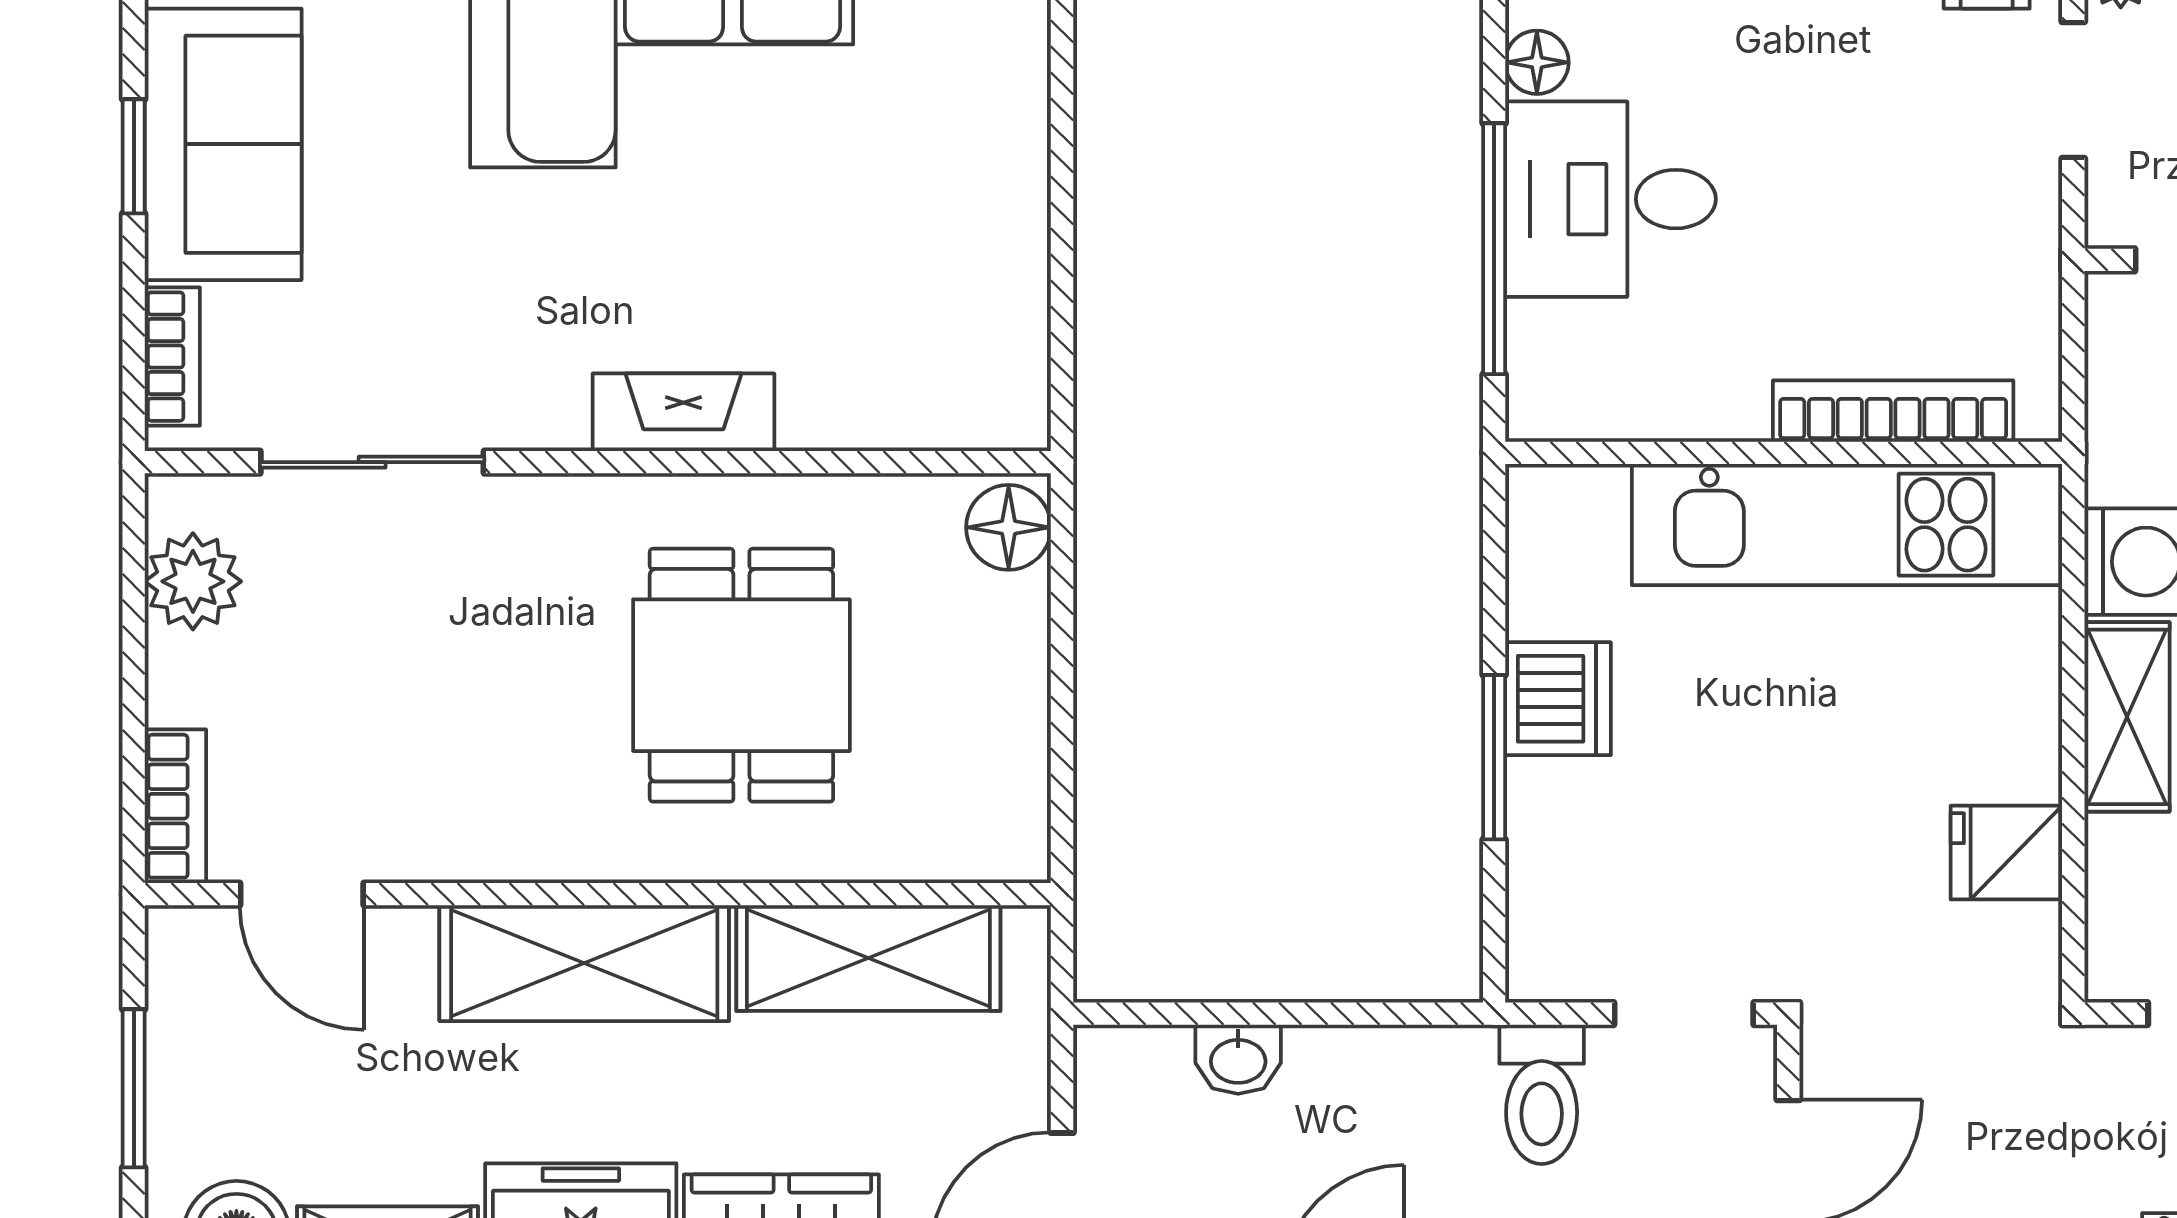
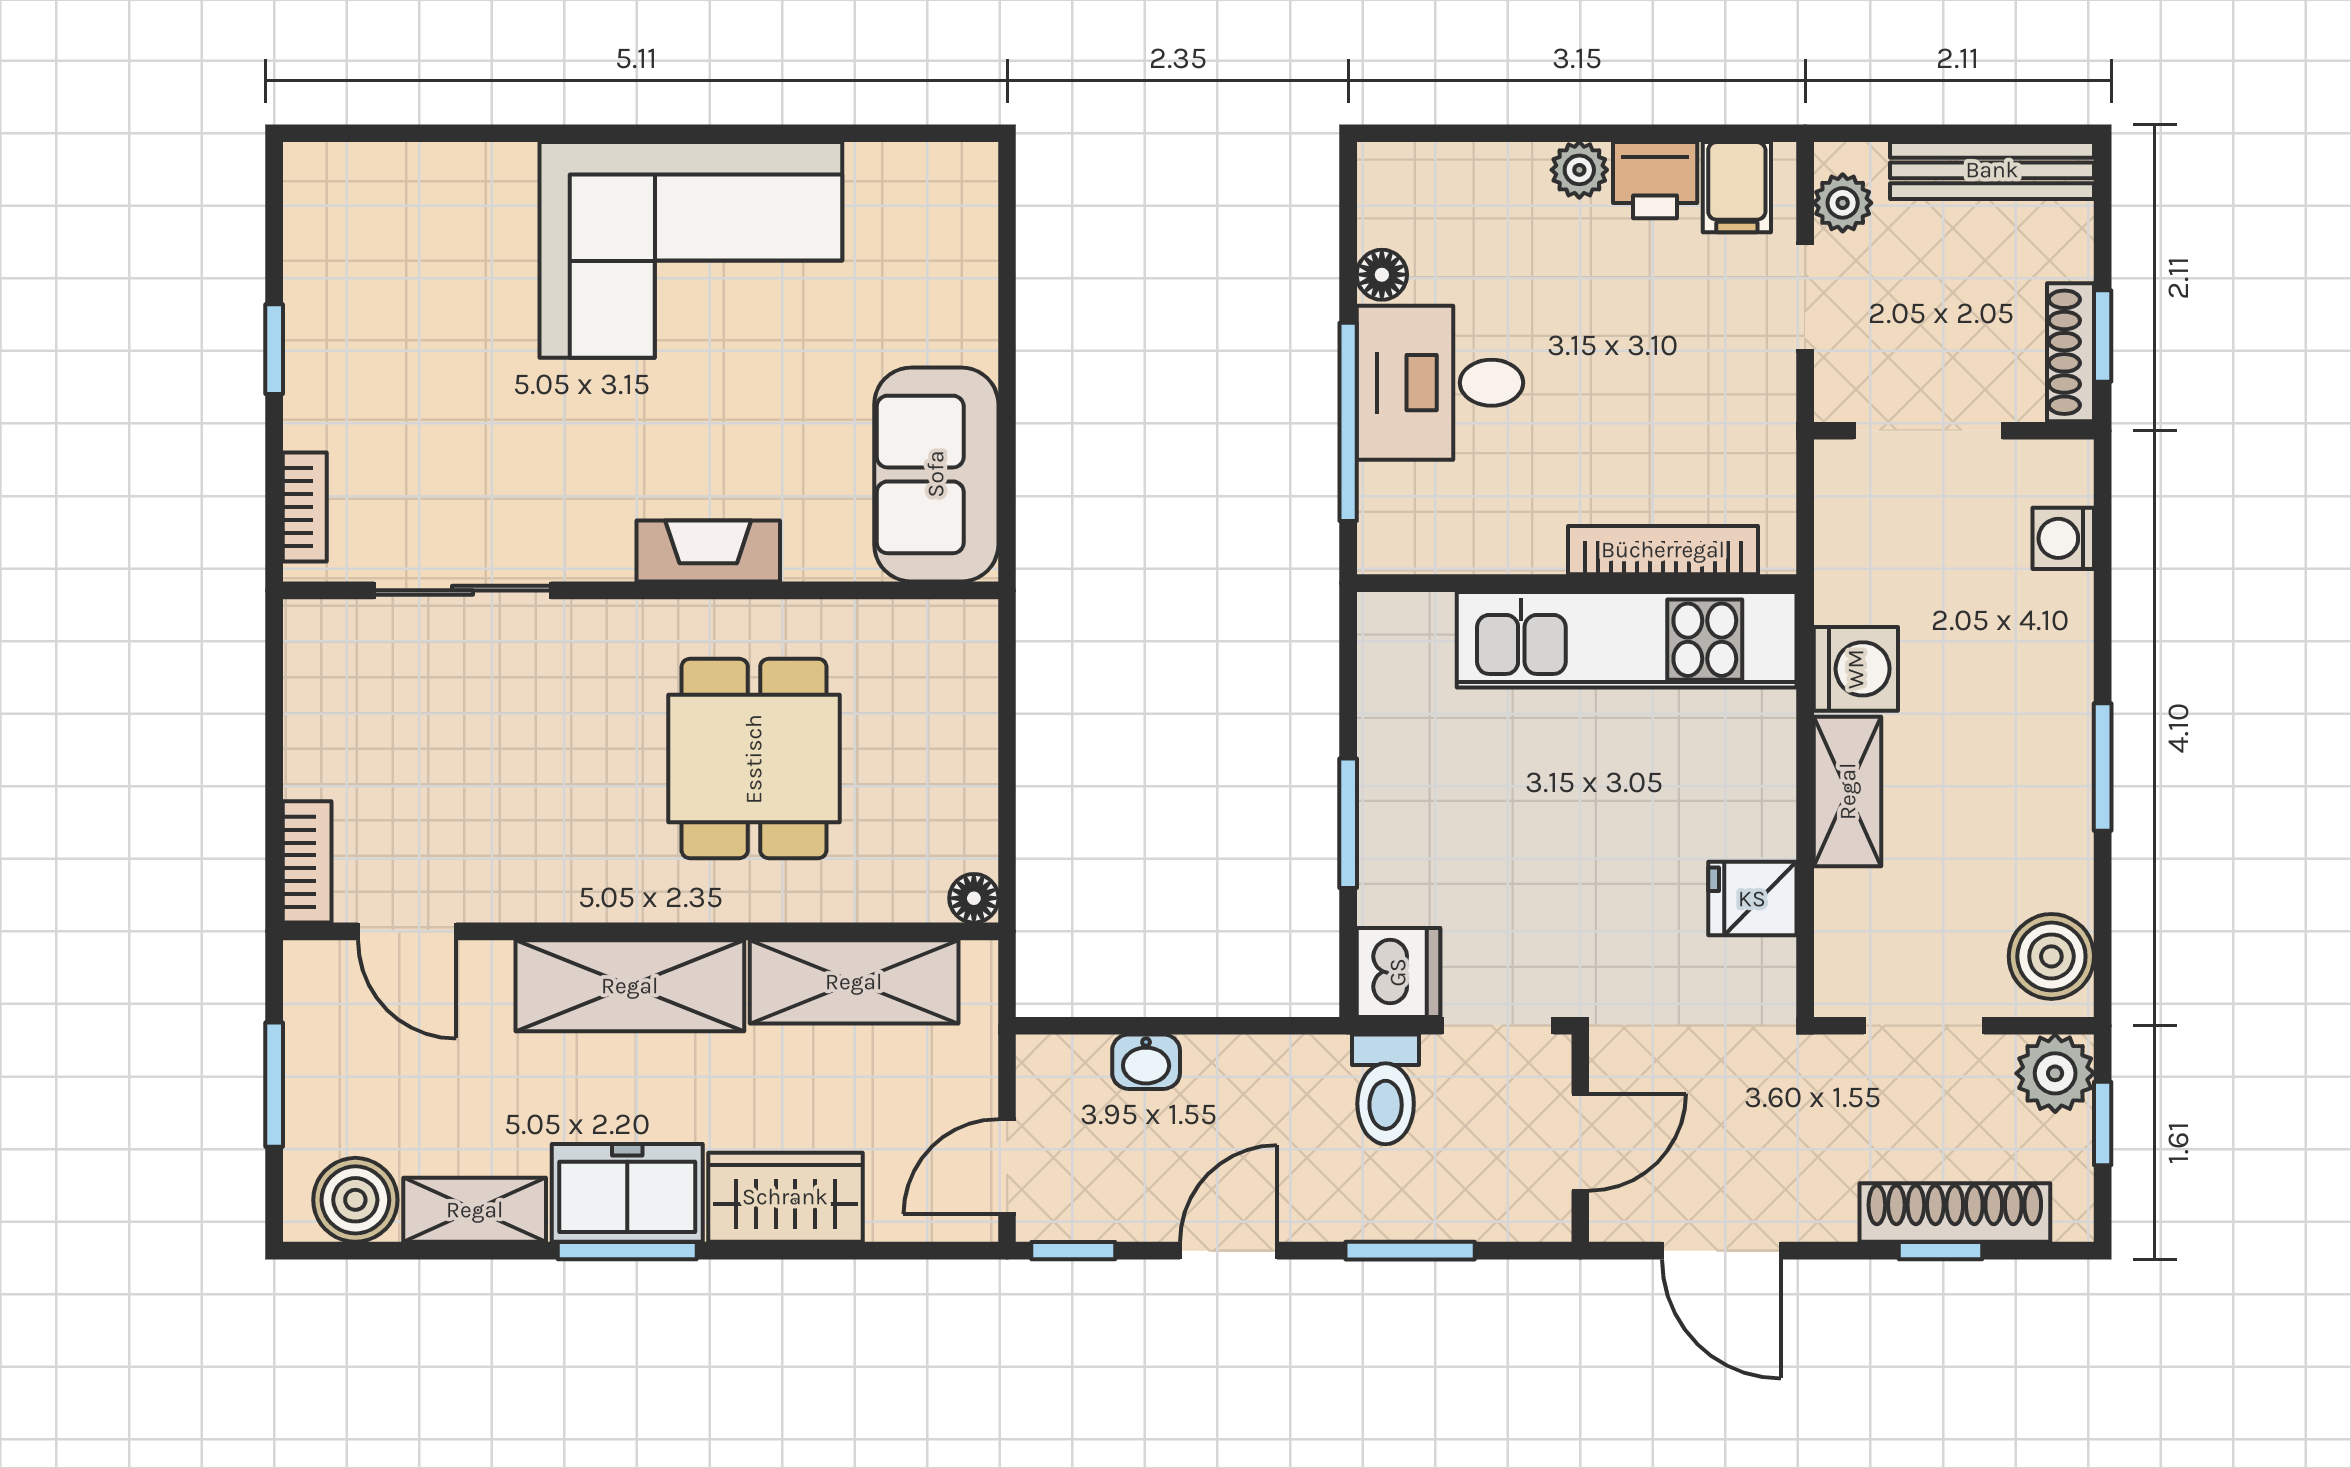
sofa: (223, 144) -> (936, 474), moved, turned 180
floor lamp: (1009, 527) -> (974, 898), moved, width x0.73, depth x0.73
plant: (193, 581) -> (321, 684), removed
dishwasher: (1558, 699) -> (1398, 972), moved

